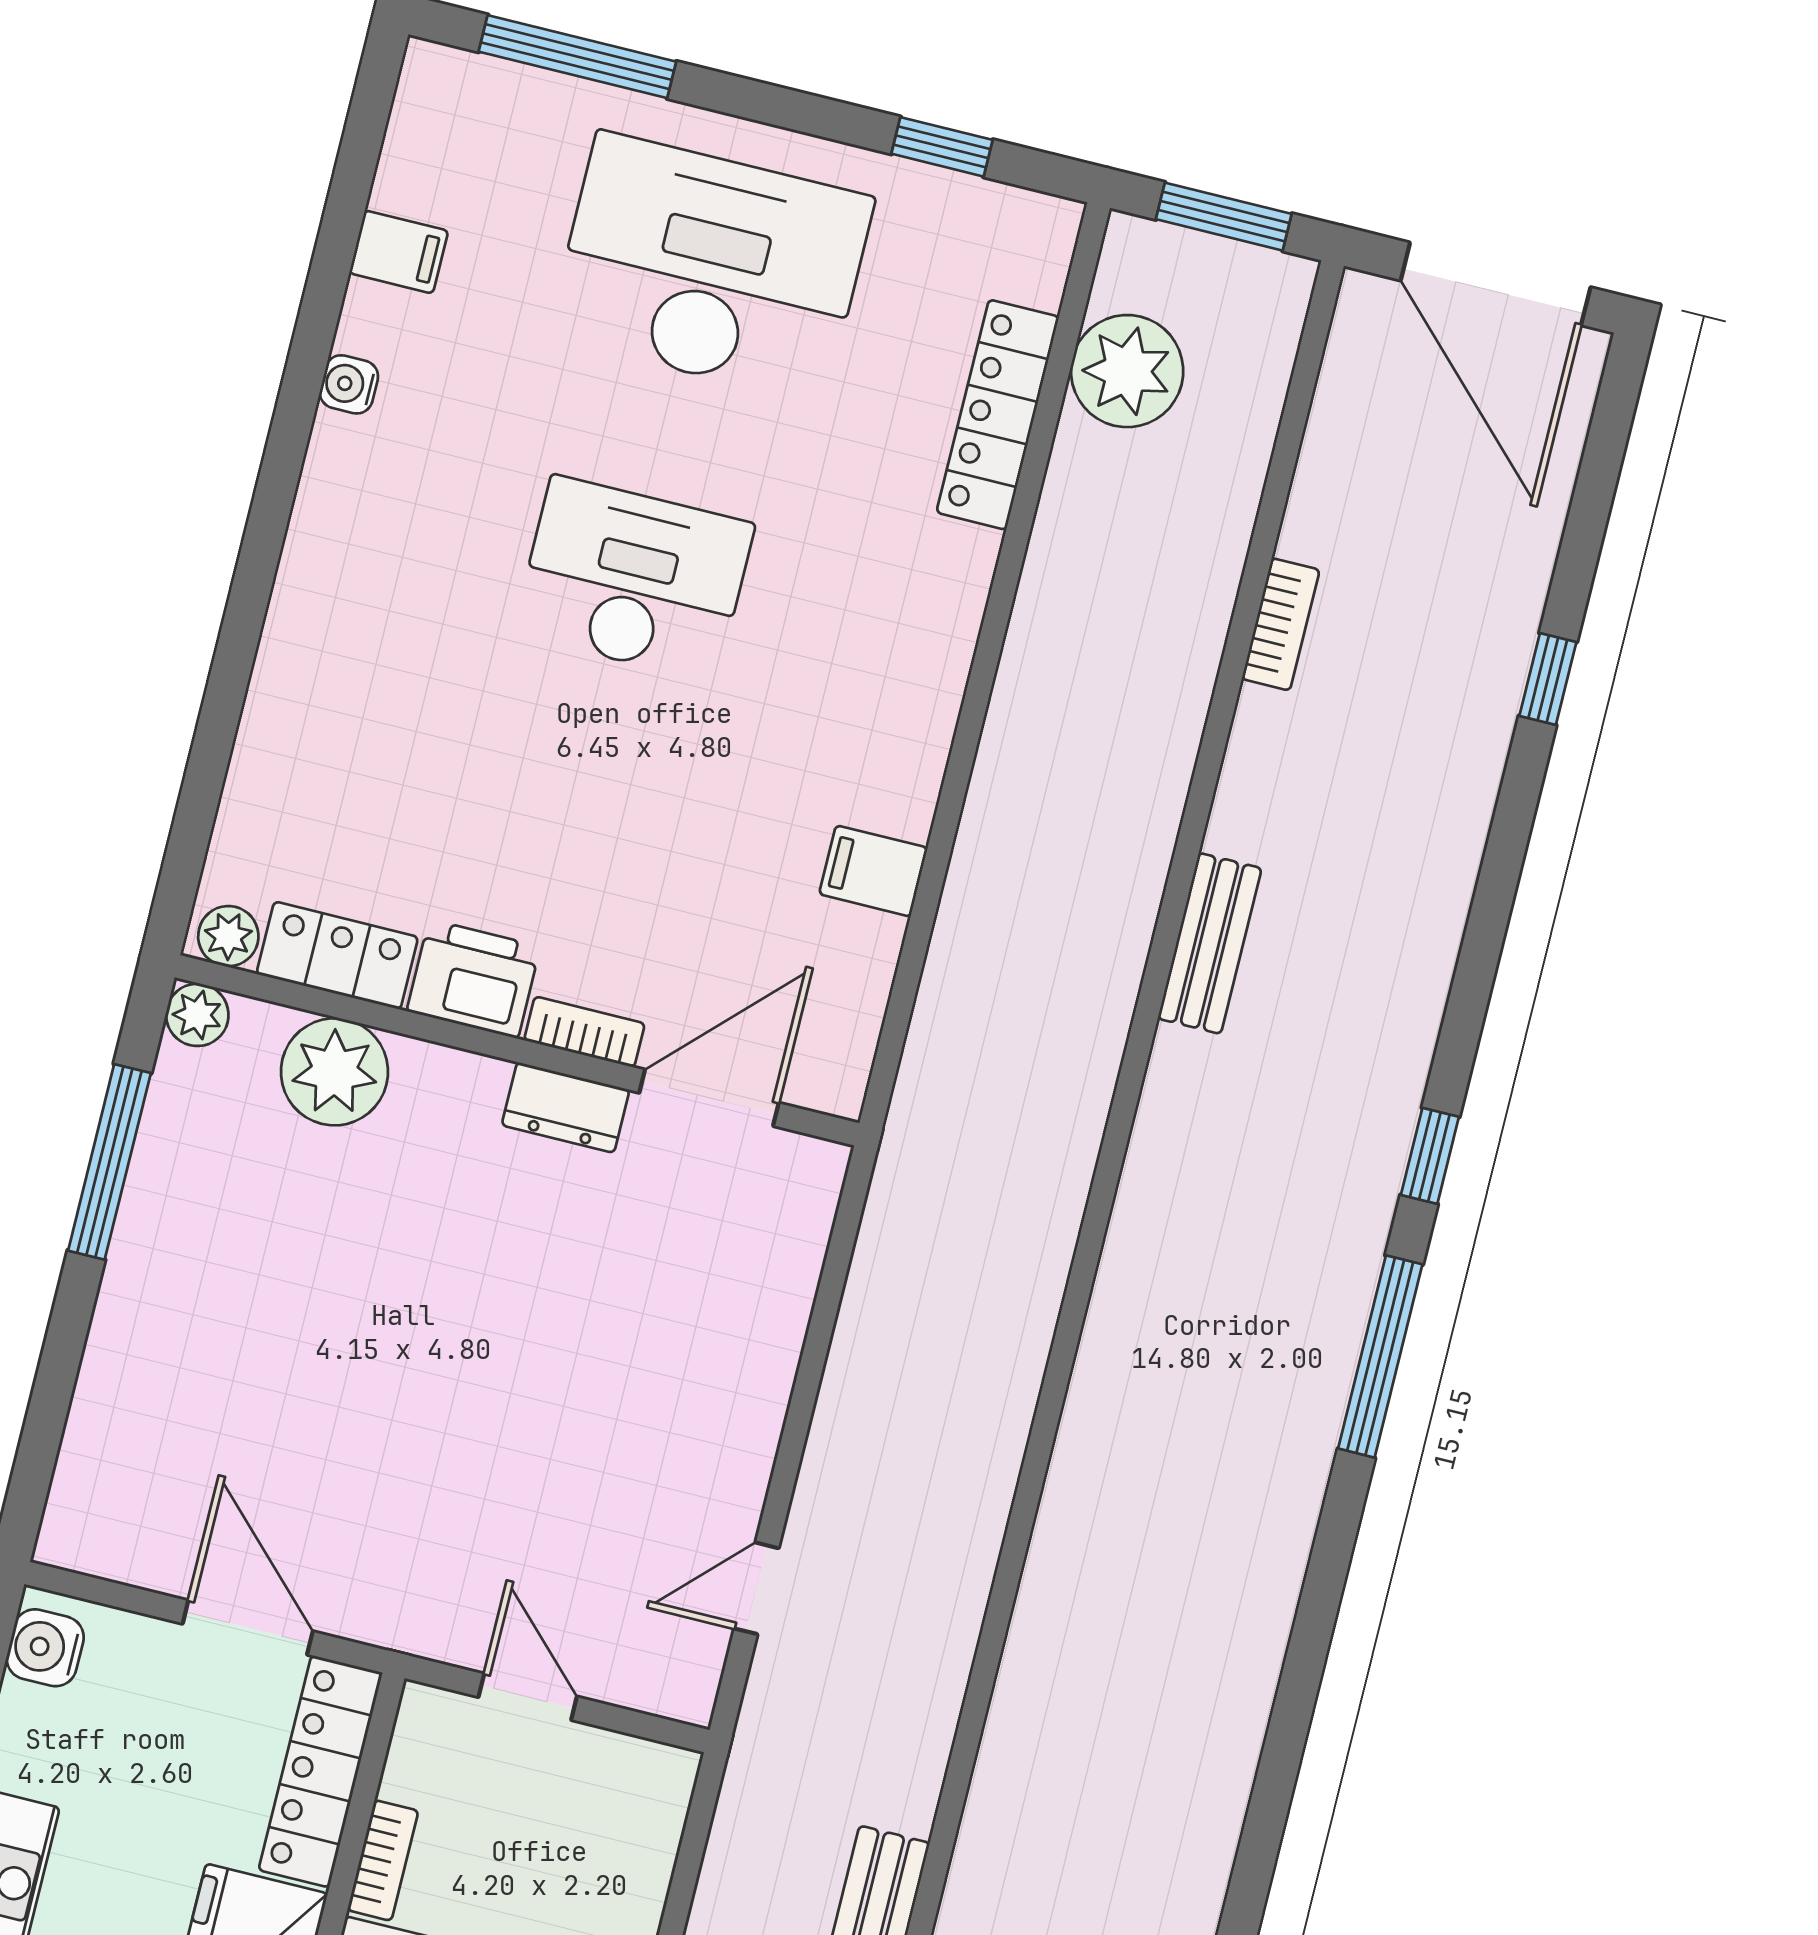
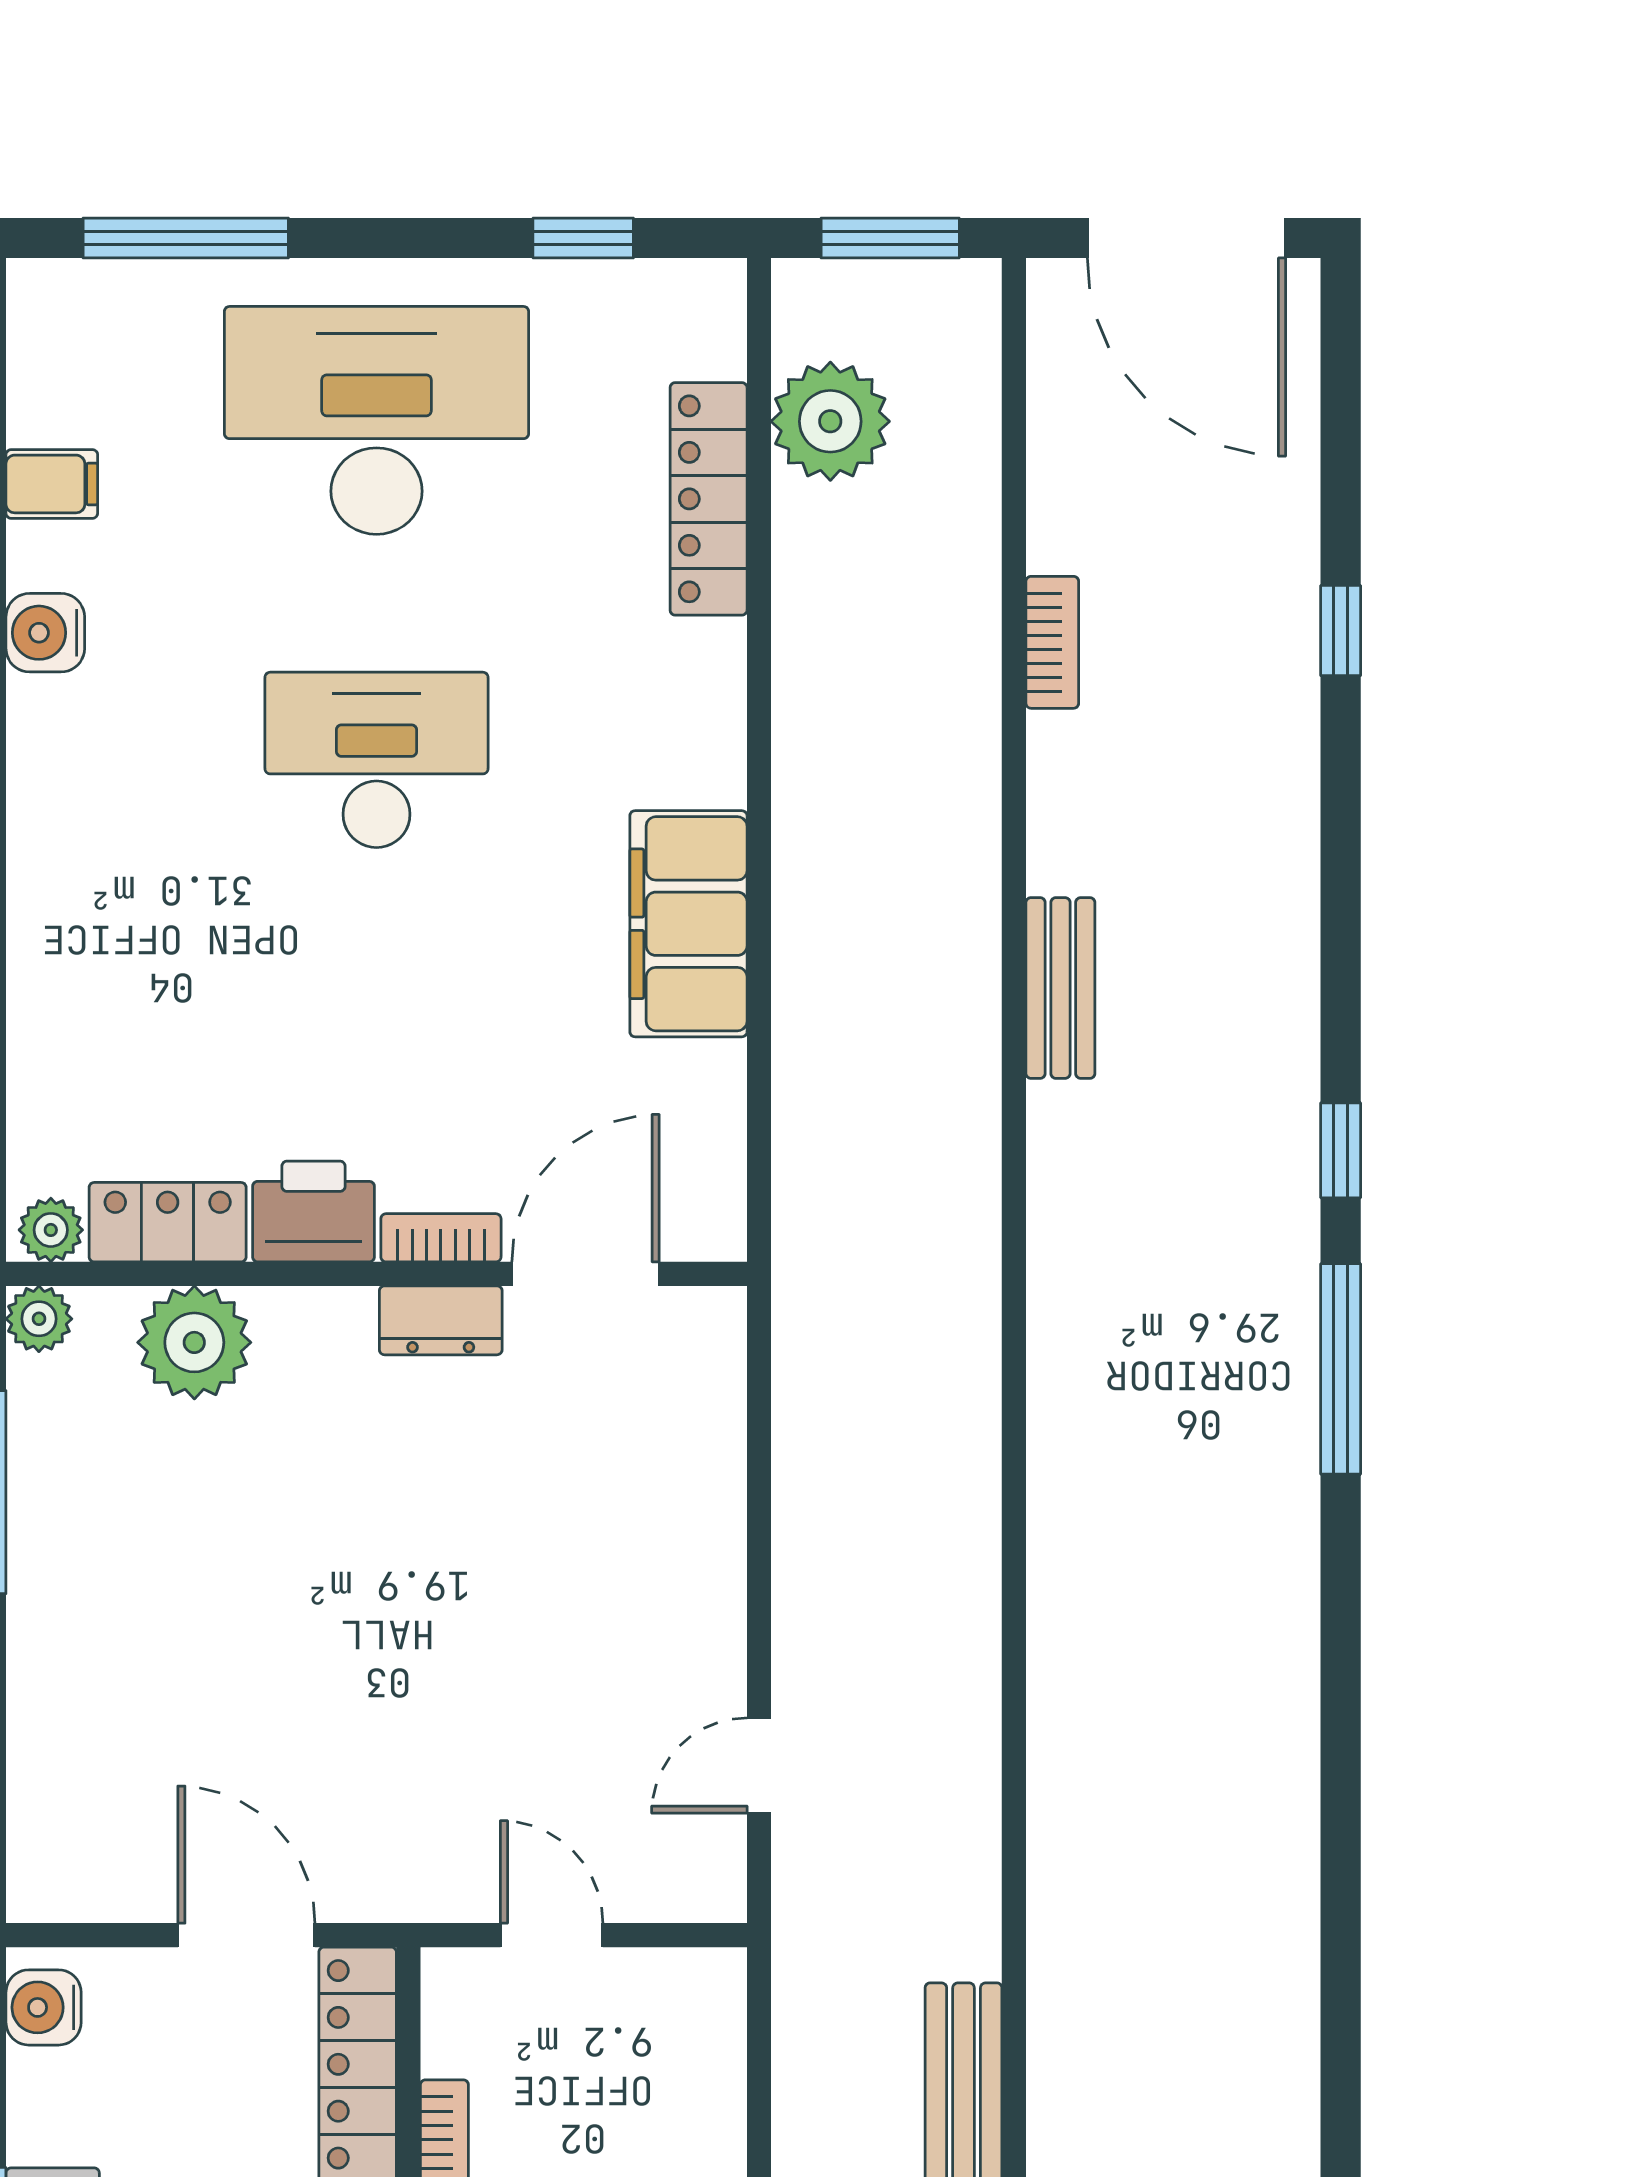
water cooler: (349, 384) -> (45, 633), width x1.38, depth x1.38
filing cabinet: (873, 871) -> (688, 924), width x3.00, depth x1.17

